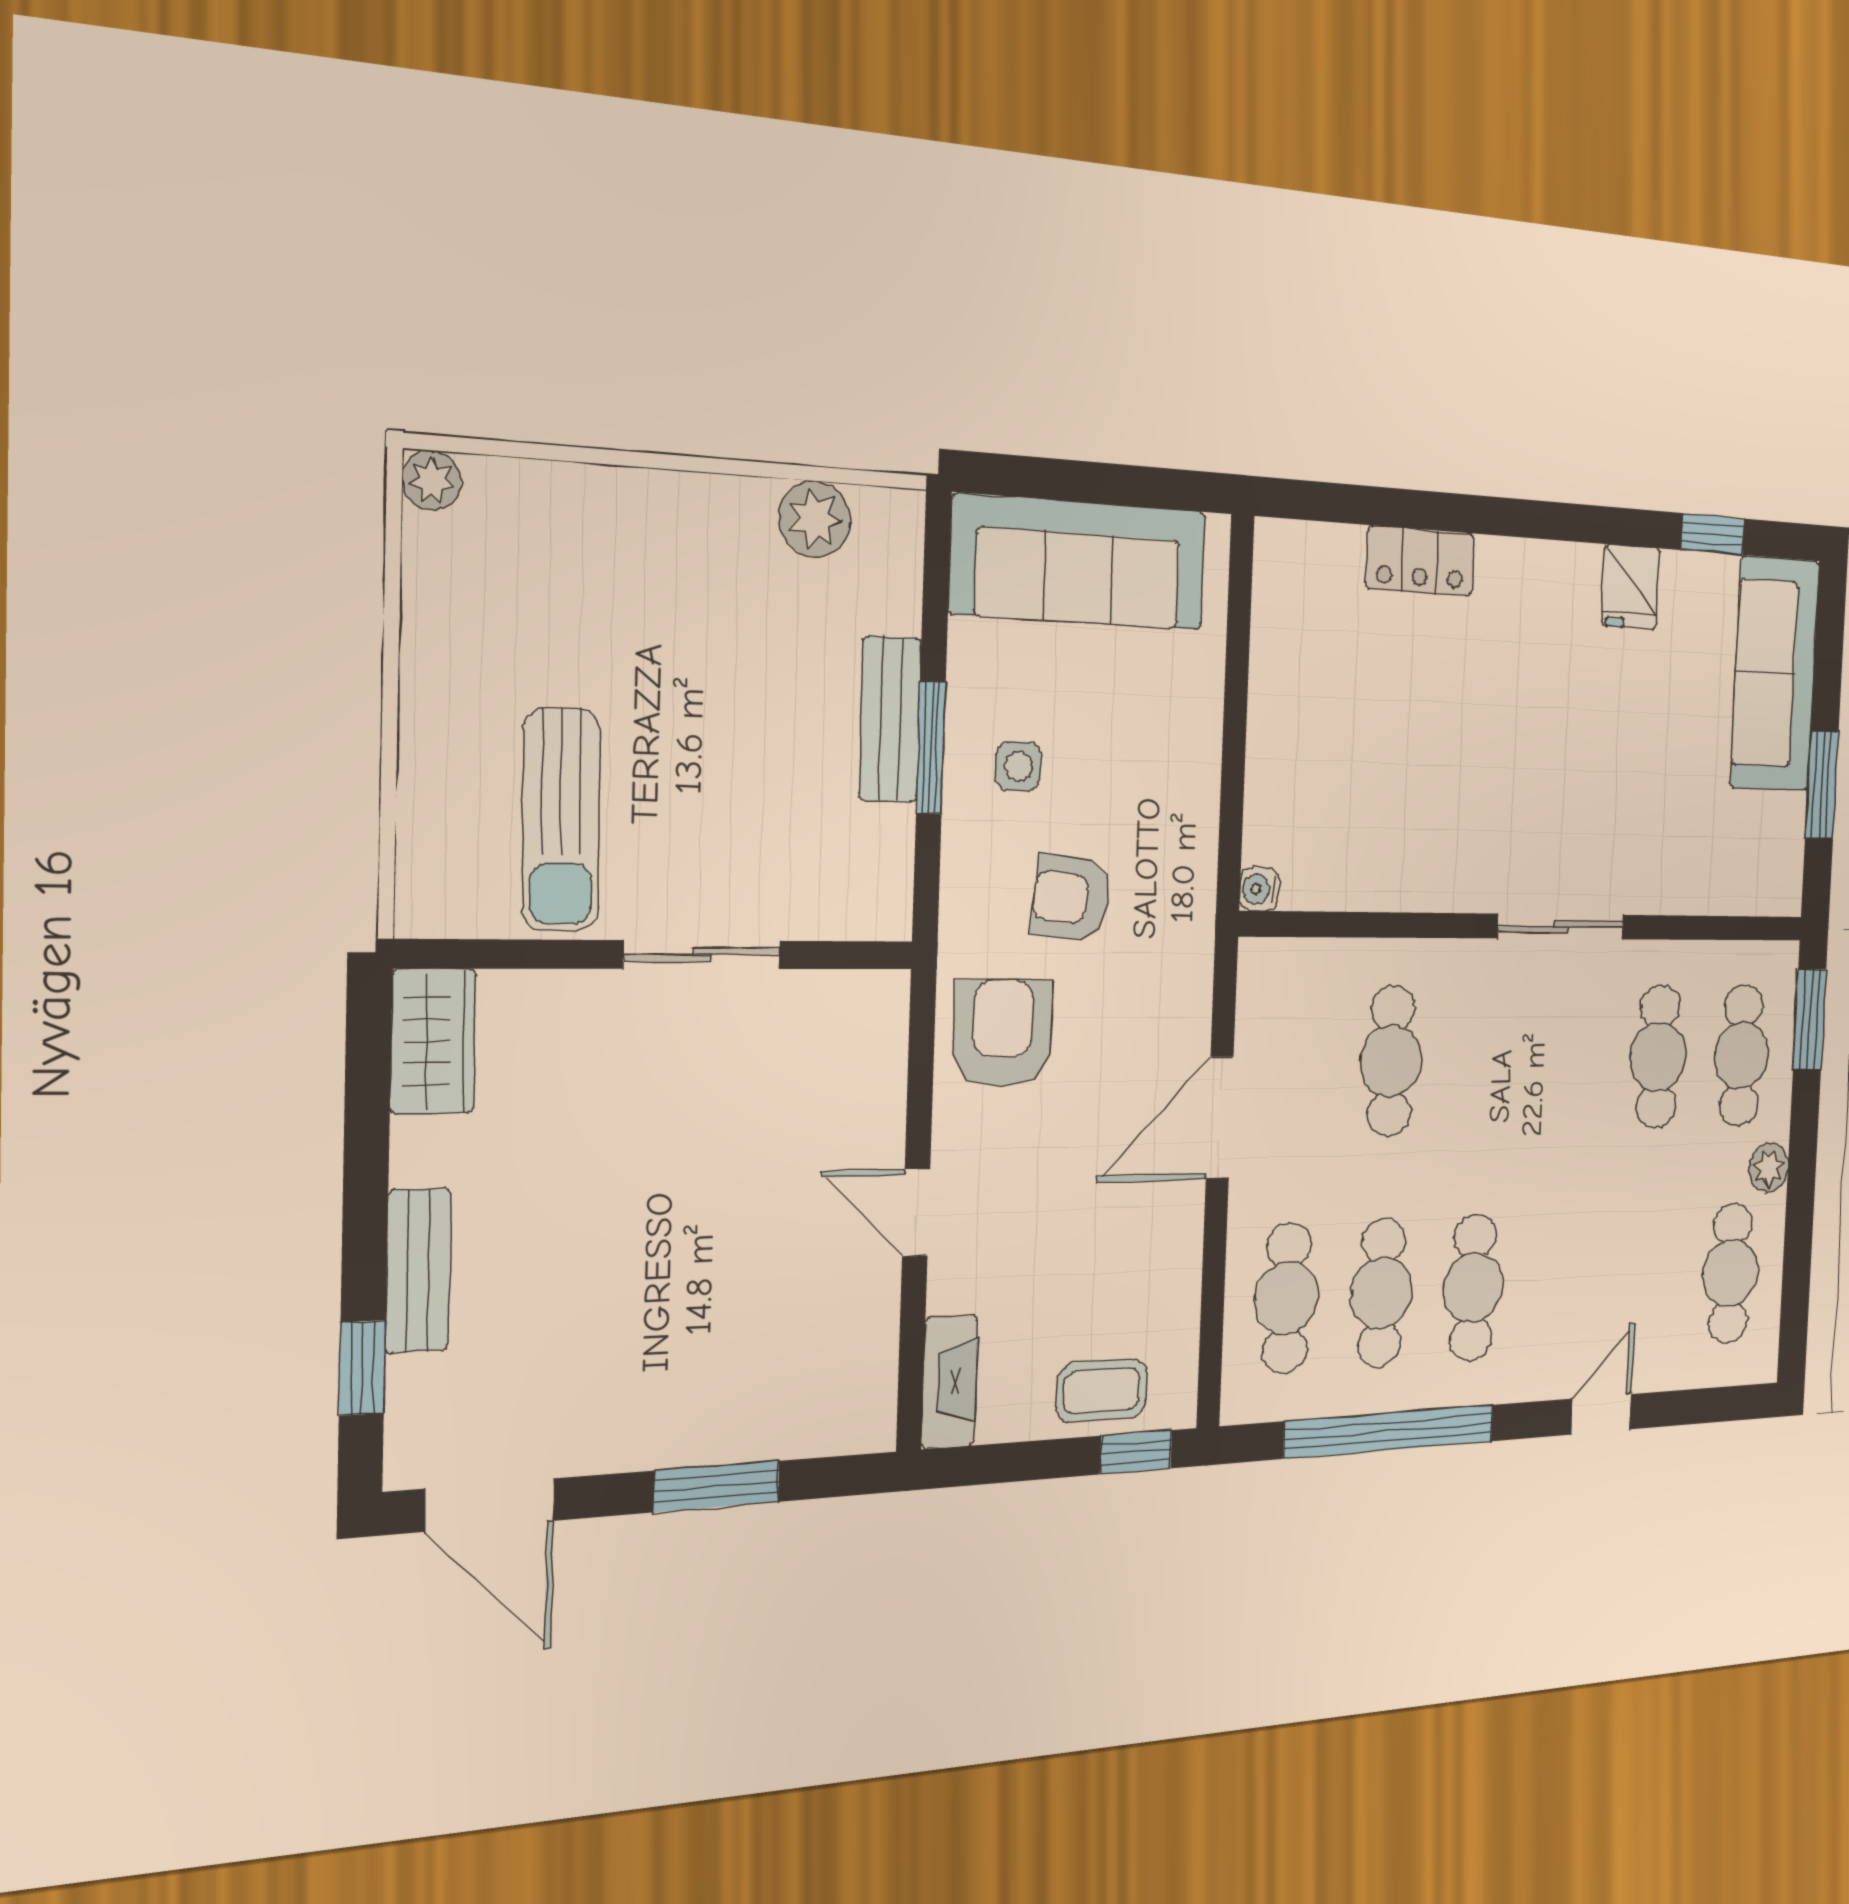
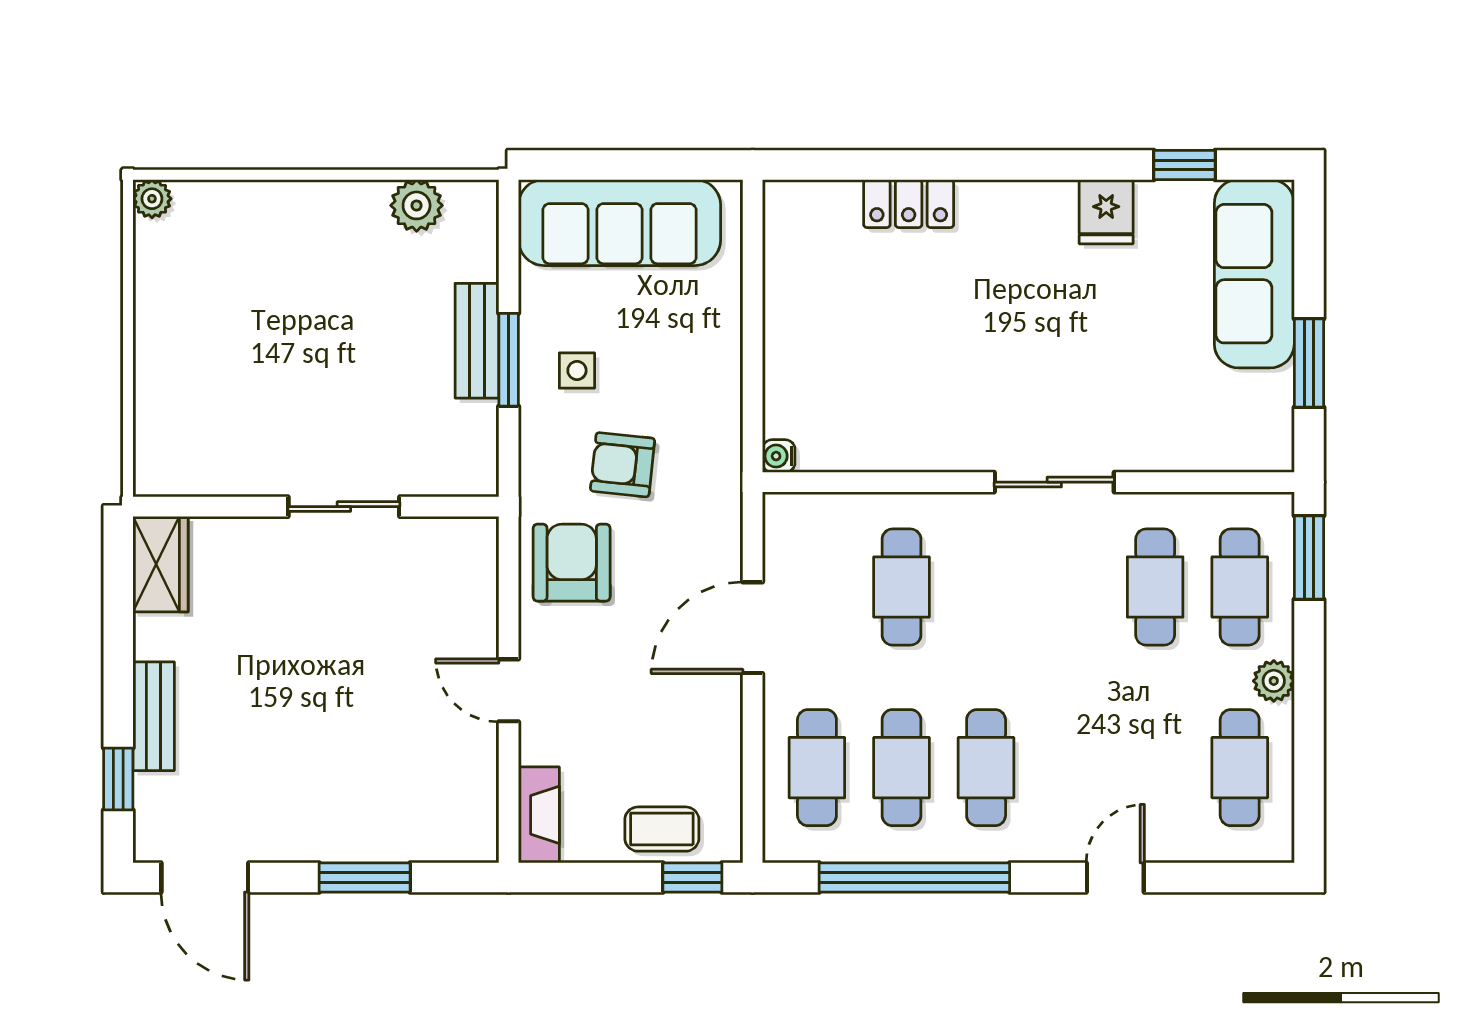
sun lounger: (561, 819) -> (243, 416), removed

